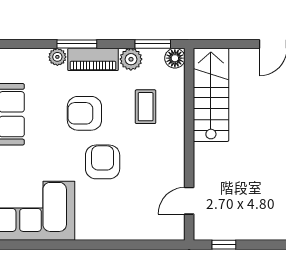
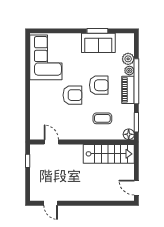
window: (77, 44) -> (136, 81), width x2.11
plant: (131, 59) -> (128, 59), moved
armchair: (84, 113) -> (99, 85), turned 90

